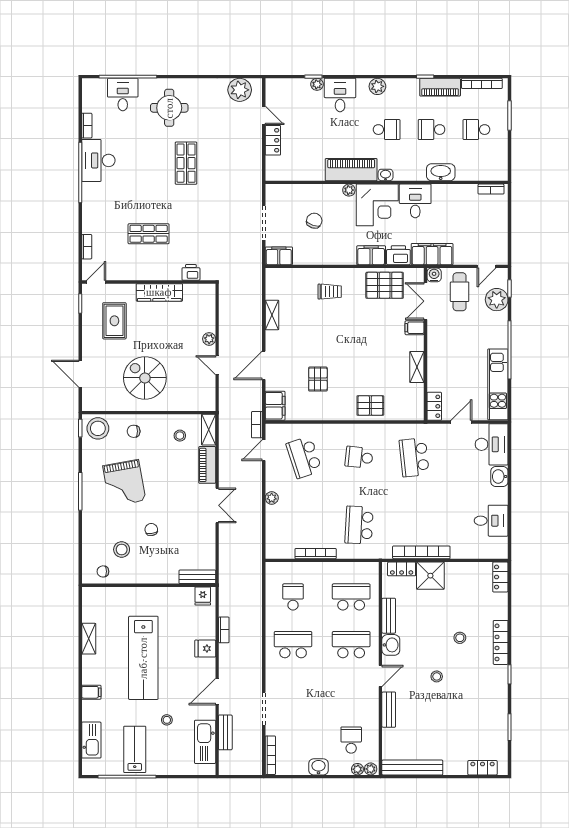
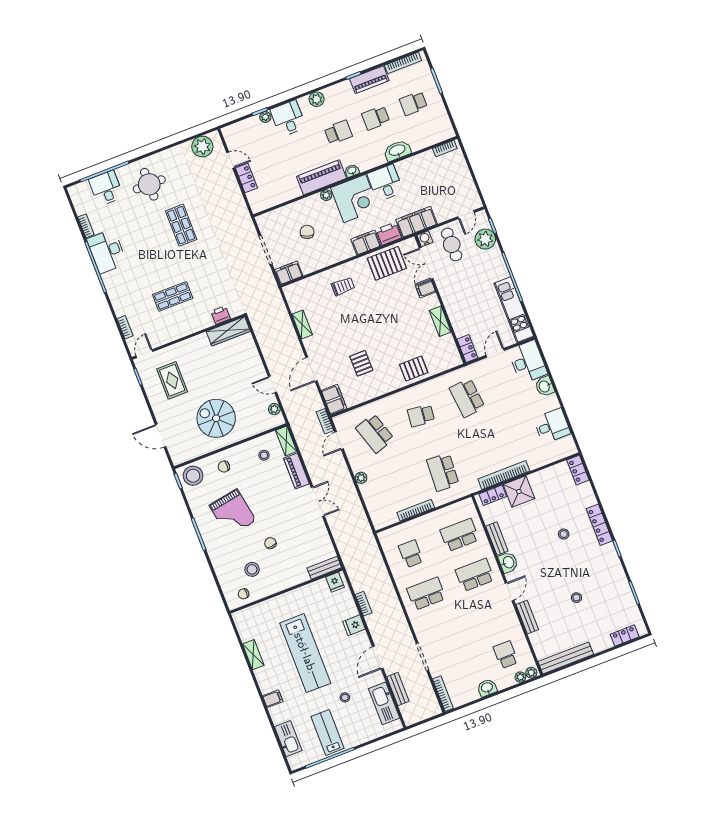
wardrobe: (159, 292) -> (228, 331), moved
plant: (209, 339) -> (274, 409), moved
stool: (437, 676) -> (576, 598), moved

